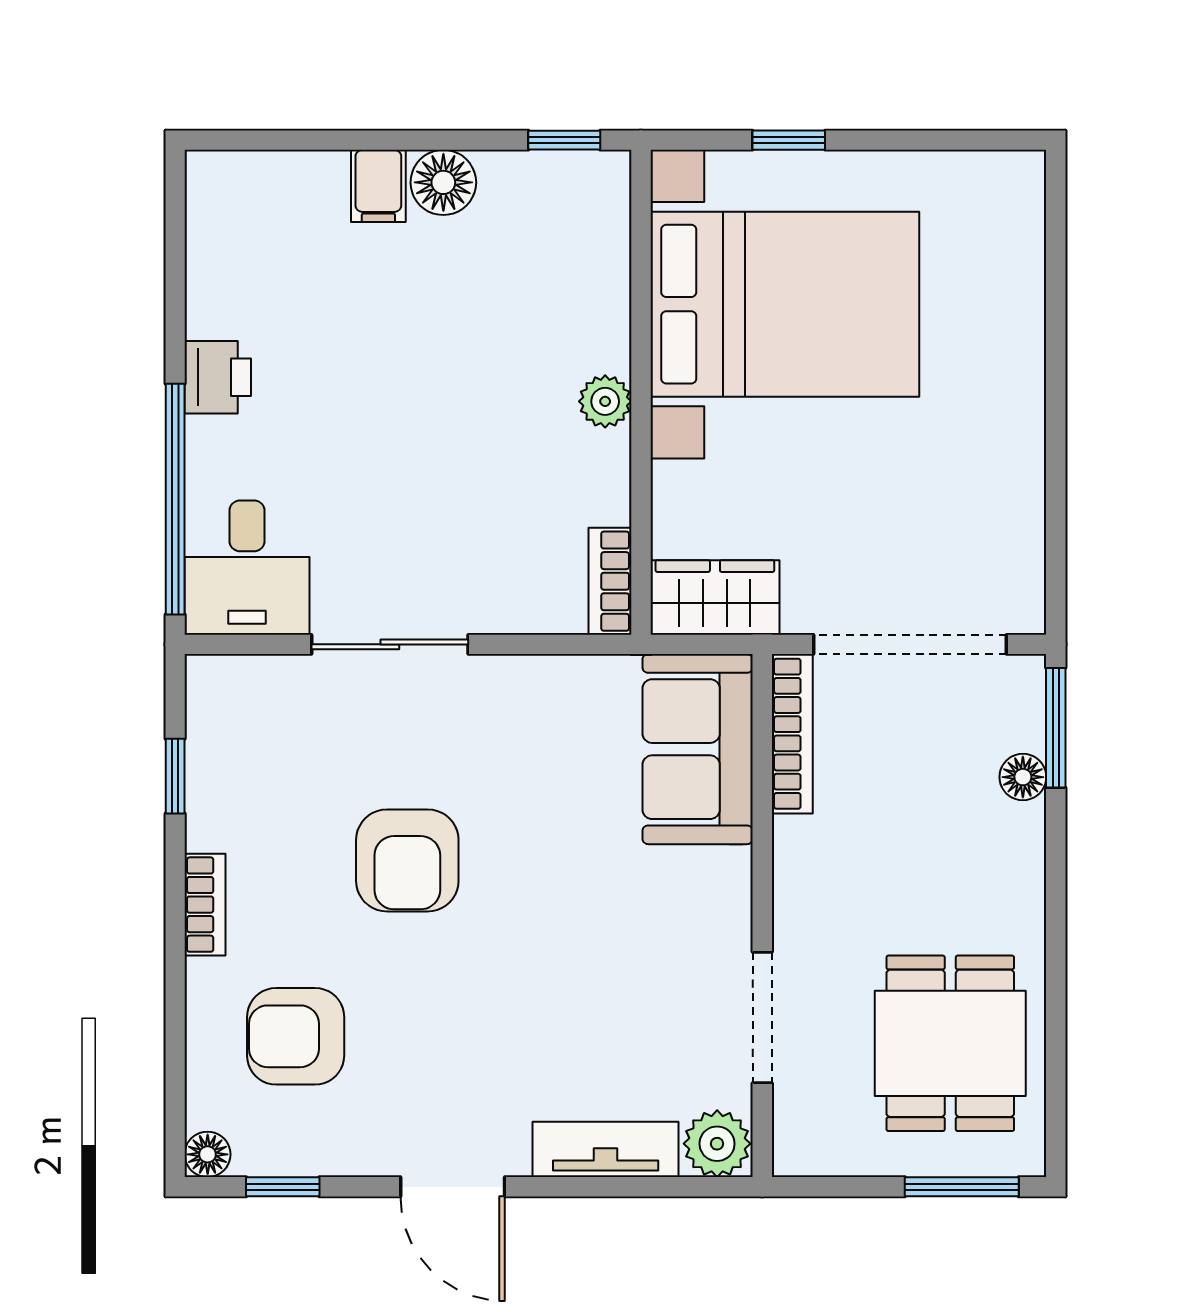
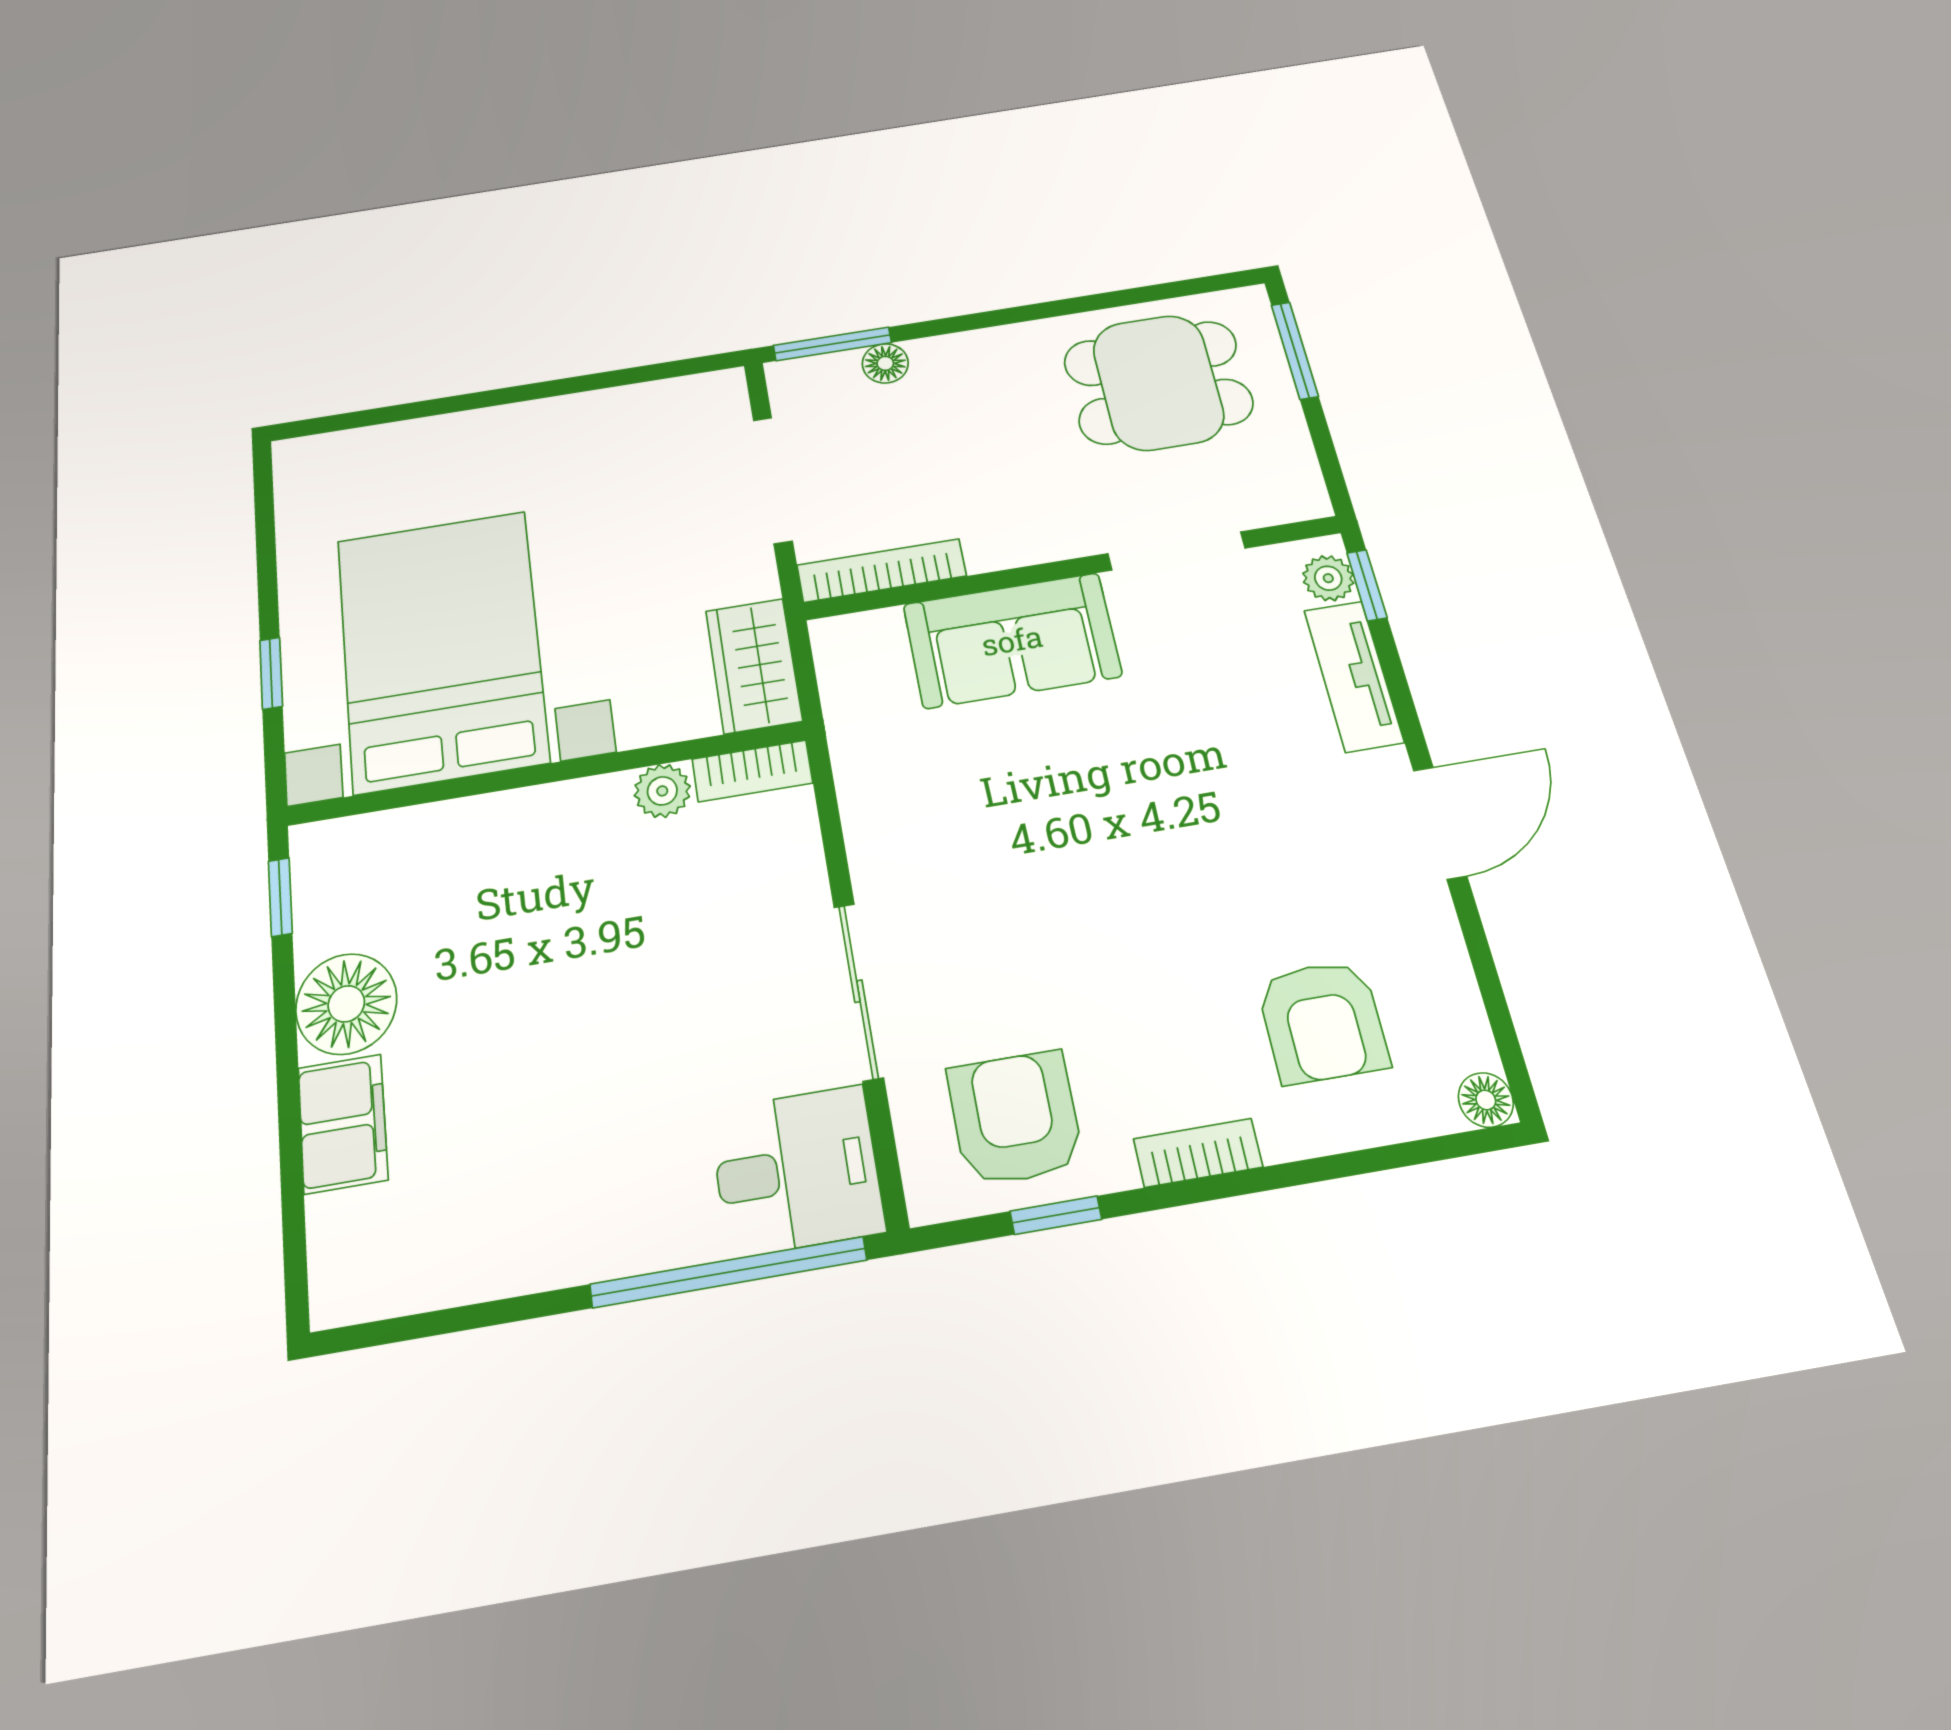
floor lamp: (443, 182) -> (346, 1004), width x1.38, depth x1.38
filing cabinet: (378, 186) -> (343, 1124), width x2.00
printer: (218, 377) -> (578, 1244), removed
plant: (605, 401) -> (662, 791), moved
doorway: (910, 644) -> (773, 480), width x0.73
sofa: (698, 749) -> (1012, 640), moved
armchair: (407, 860) -> (1015, 1118), moved, turned -90
plant: (717, 1144) -> (1328, 578), width x0.73, depth x0.73
window: (283, 1187) -> (1367, 585), moved

